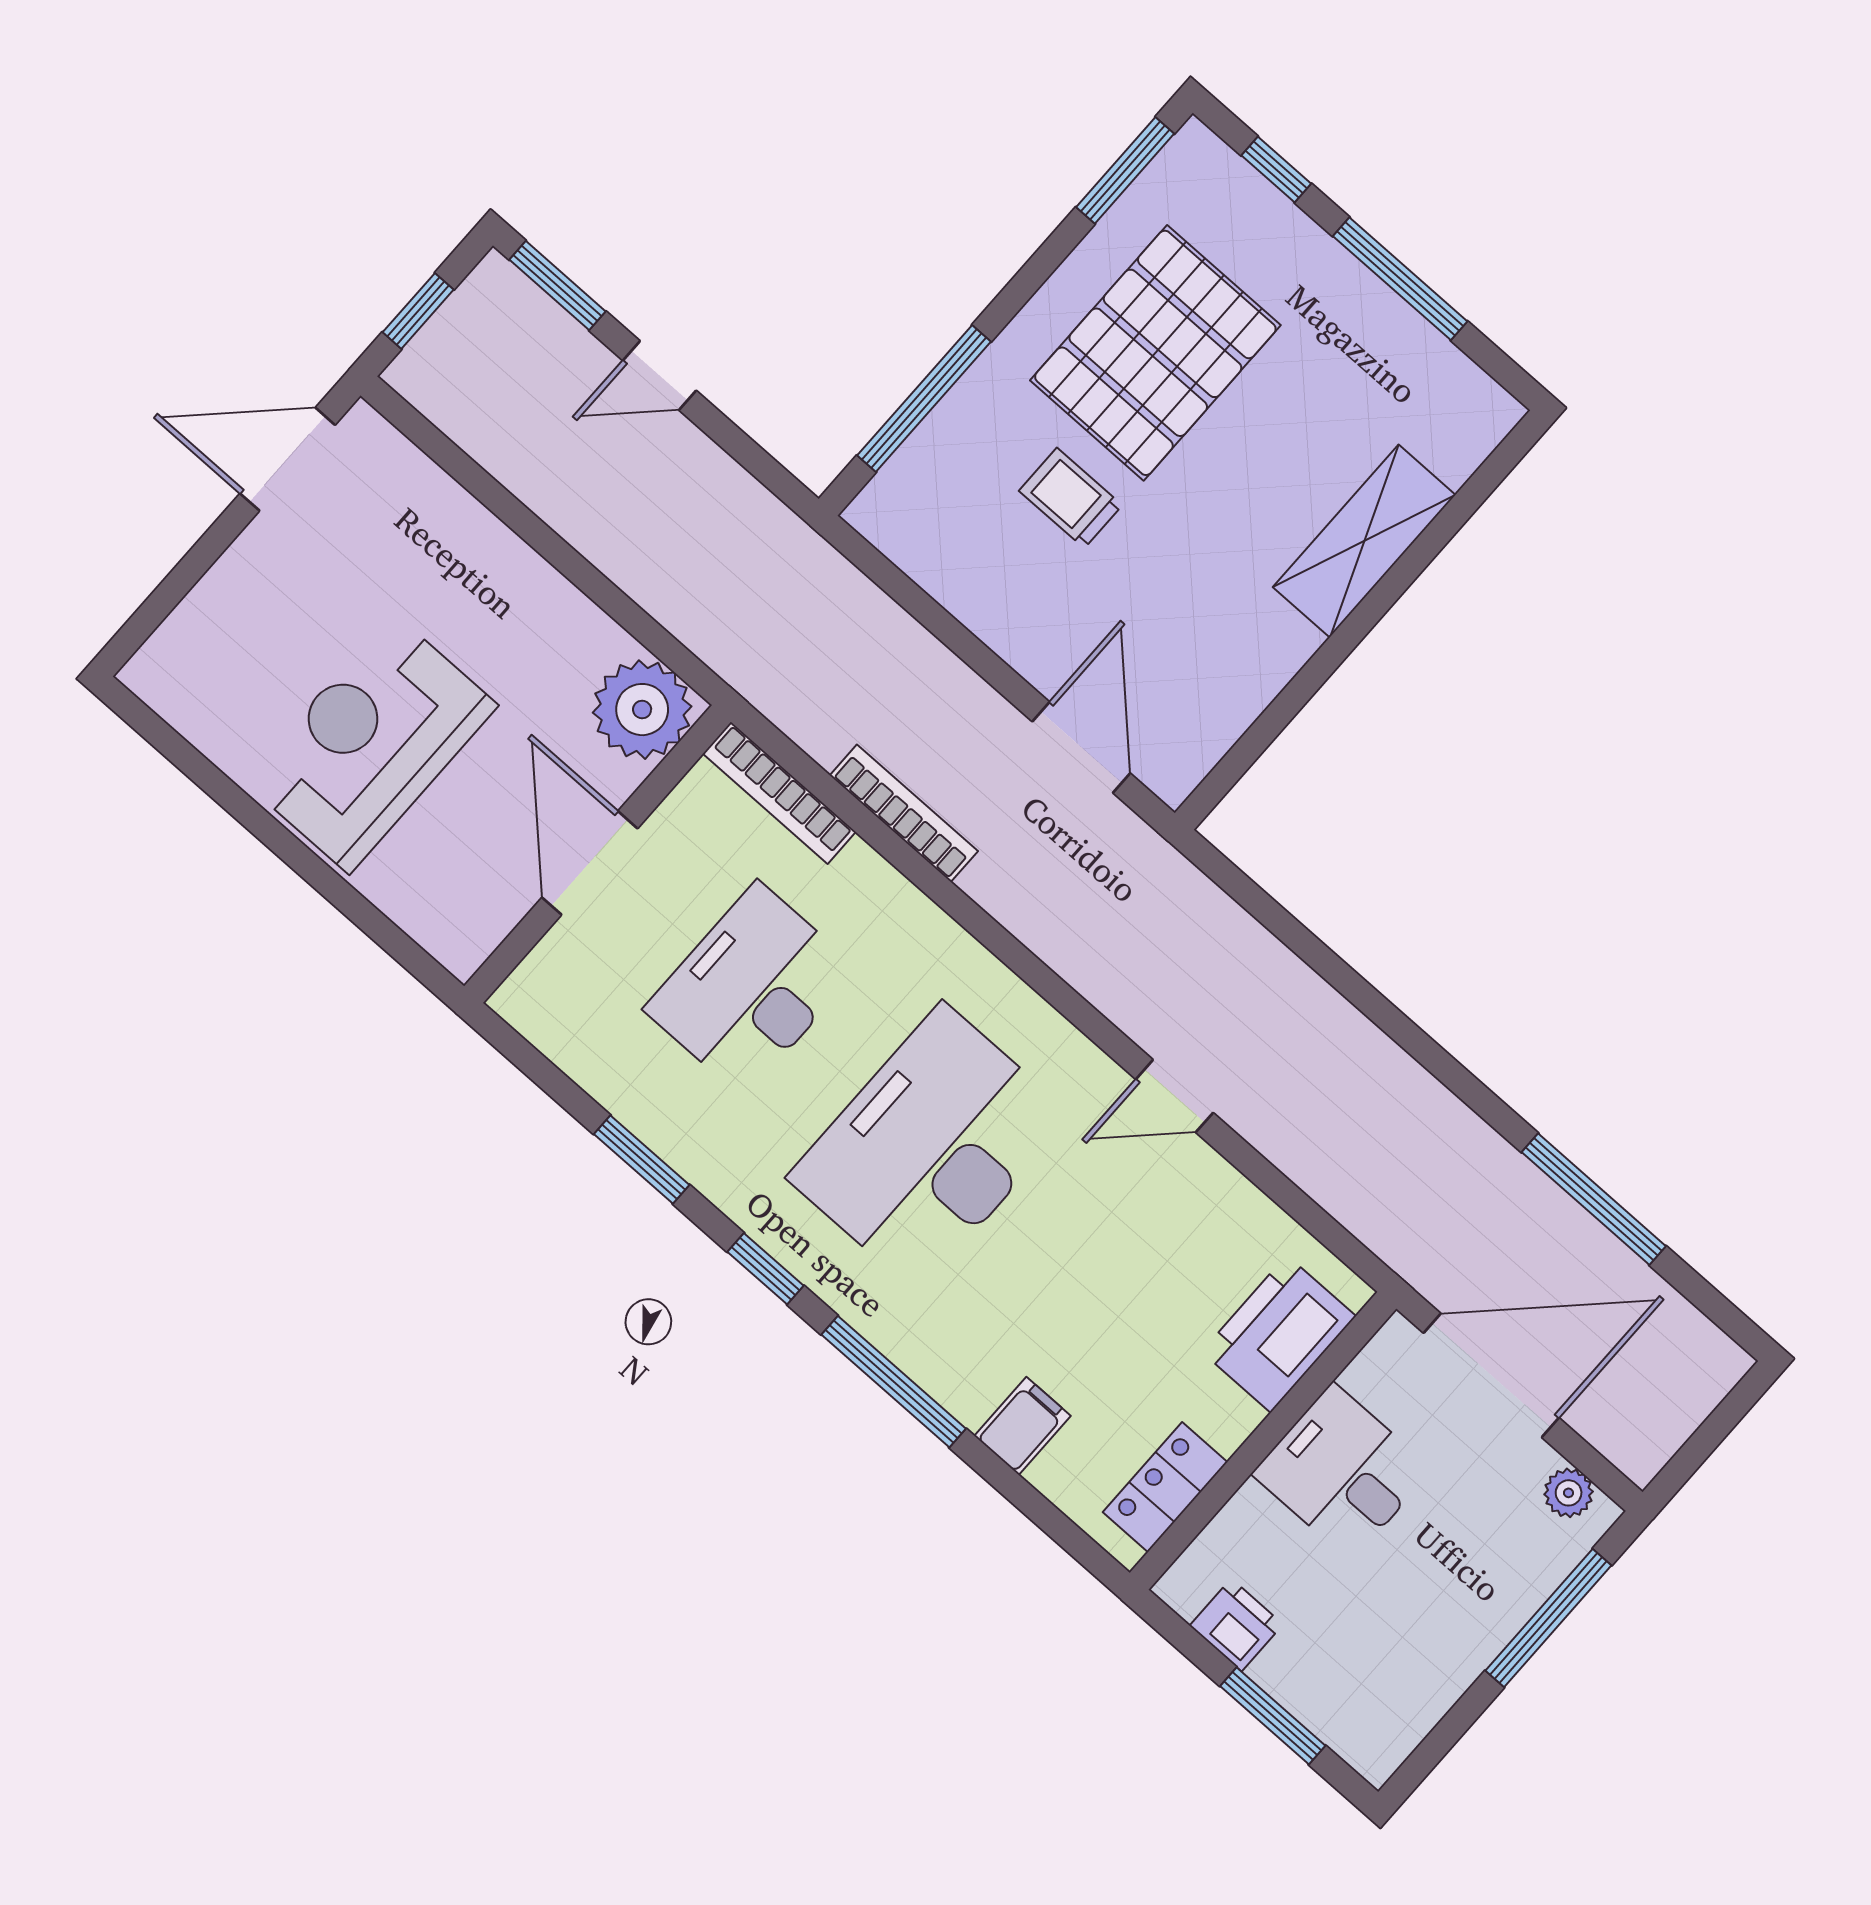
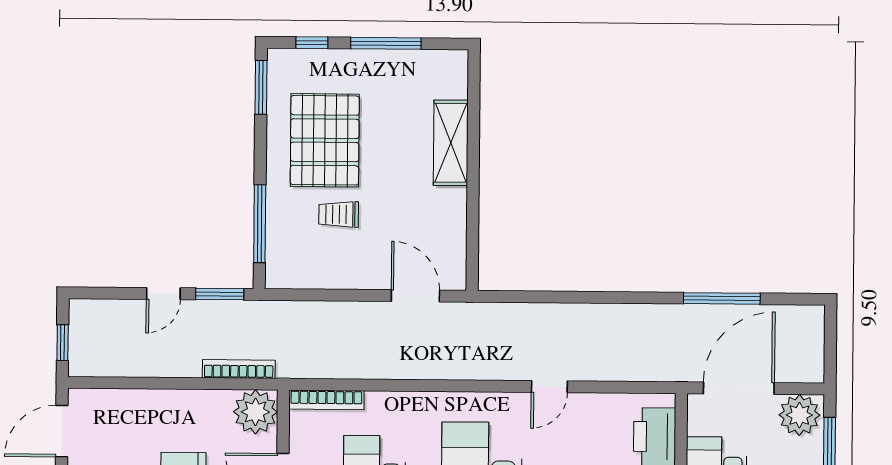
window: (557, 286) -> (220, 294), moved
bookcase: (904, 813) -> (239, 369), moved
plant: (1569, 1493) -> (799, 415), width x1.88, depth x1.88

